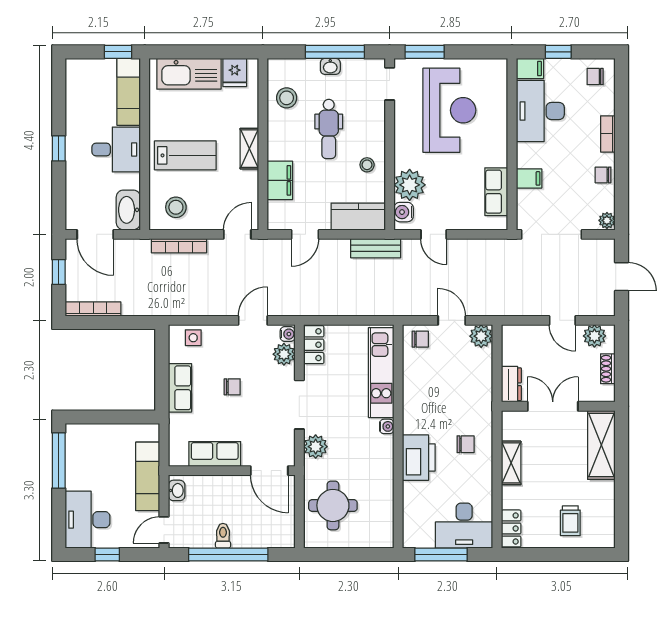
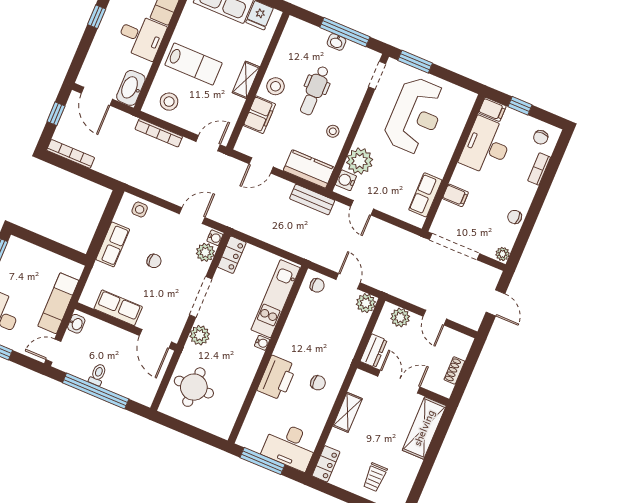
chair: (595, 77) -> (541, 137), turned -90
stool: (287, 98) -> (276, 86), moved
bookcase: (608, 134) -> (539, 169), moved
plant: (594, 336) -> (400, 317), moved

